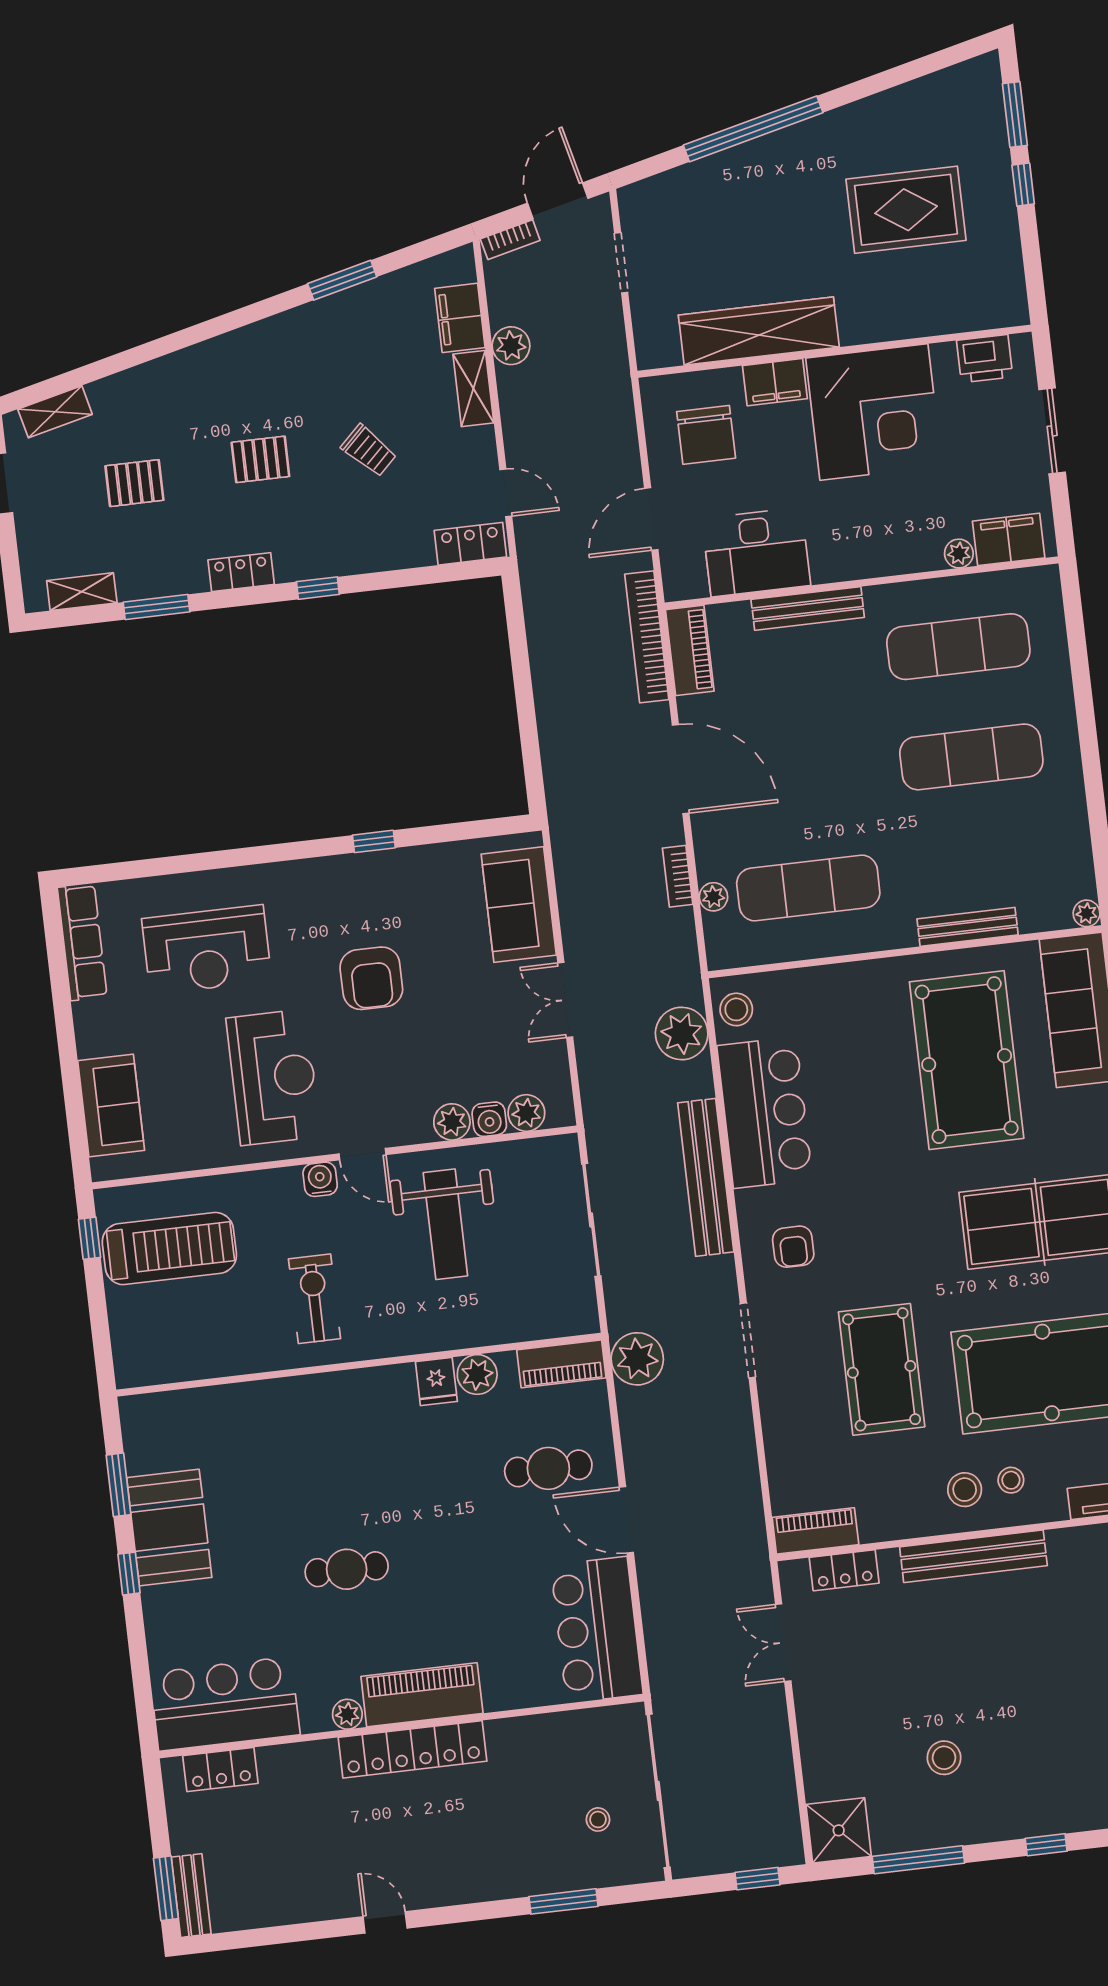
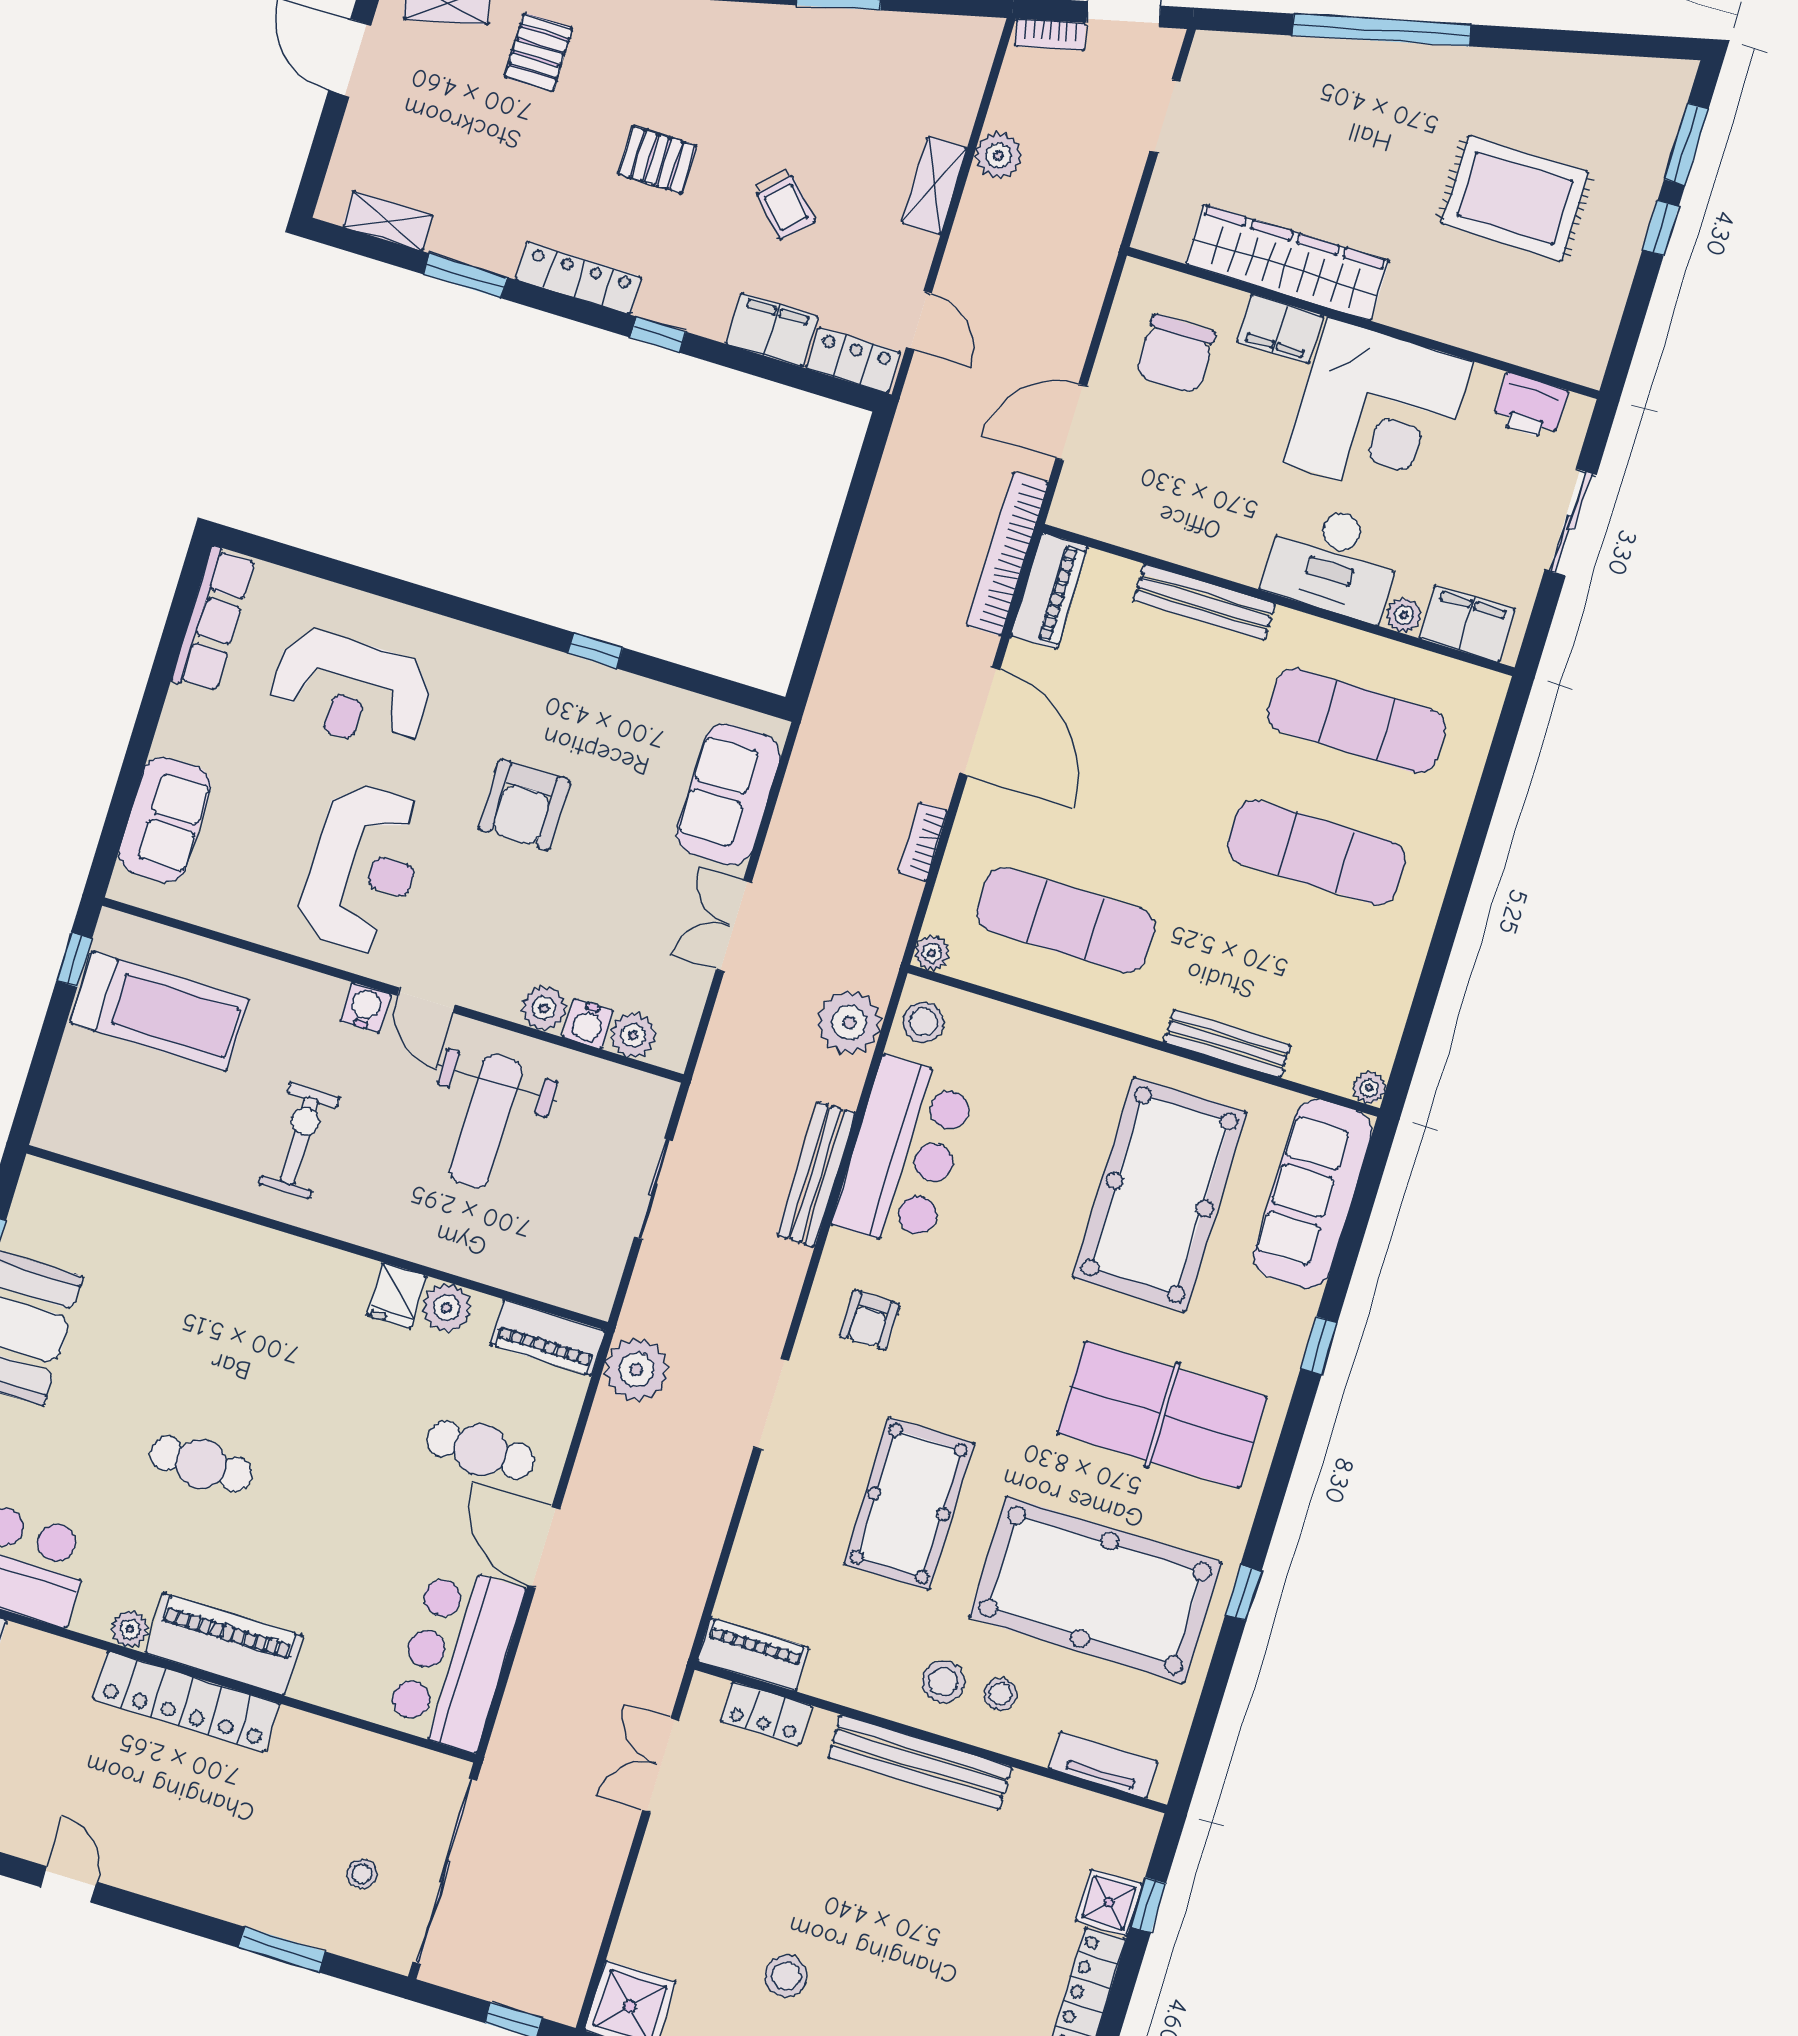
filing cabinet: (460, 318) -> (772, 330), moved, turned 90
pallet: (134, 483) -> (539, 52), moved, turned 90
desk: (756, 552) -> (1333, 561), moved
locker: (241, 572) -> (579, 278), width x1.53
plant: (713, 897) -> (932, 953), moved
bench: (706, 1177) -> (816, 1174), width x0.73, depth x0.82
sliding door: (591, 1220) -> (653, 1189), width x0.73

